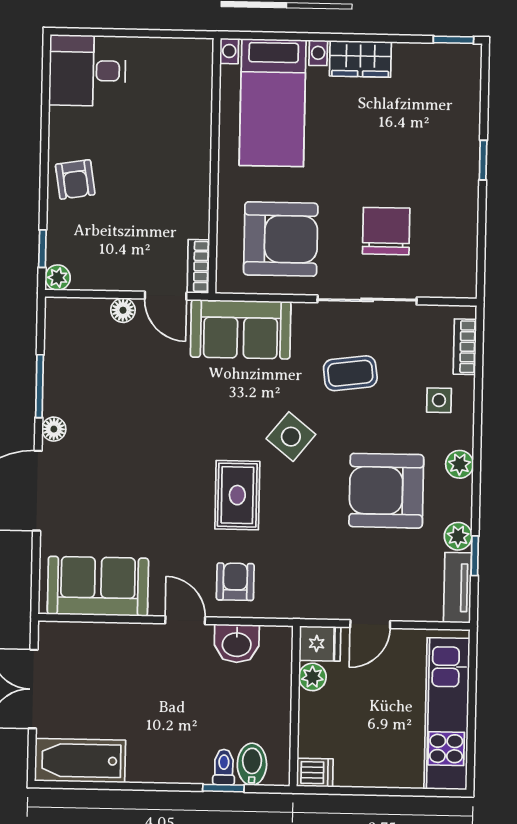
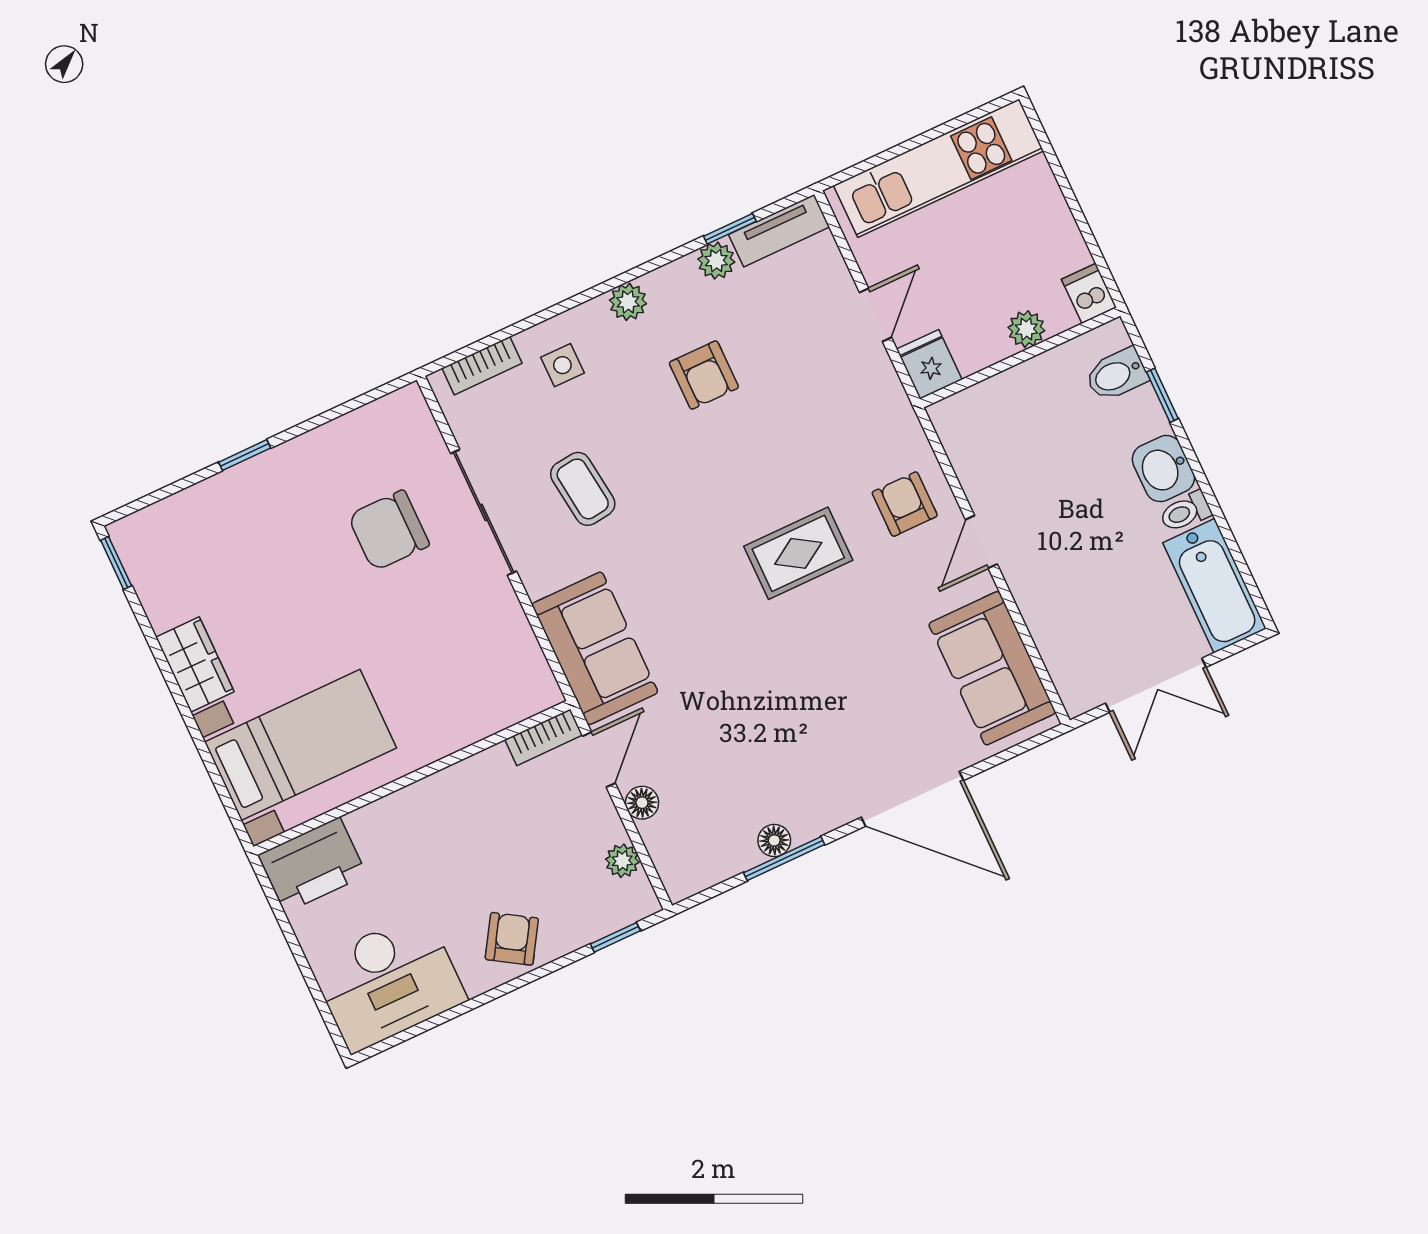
desk: (87, 70) -> (388, 982), width x1.37
printer: (189, 71) -> (313, 865), added
armchair: (75, 179) -> (512, 939), turned -49
armchair: (281, 239) -> (461, 654), removed
plant: (58, 278) -> (622, 861), moved
floor lamp: (54, 429) -> (774, 840), moved
side table: (291, 437) -> (695, 523), removed
armchair: (386, 491) -> (704, 375), width x0.53, depth x0.53
armchair: (235, 582) -> (905, 504), turned 90
door: (370, 624) -> (876, 315), hinge flipped
washbasin: (237, 644) -> (1163, 469), moved, turned 180
plant: (312, 677) -> (1026, 329), moved
toilet: (224, 767) -> (1185, 512), moved

